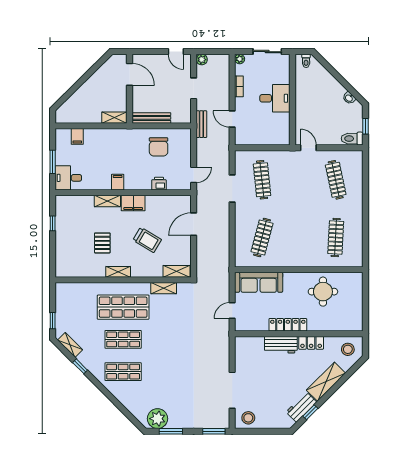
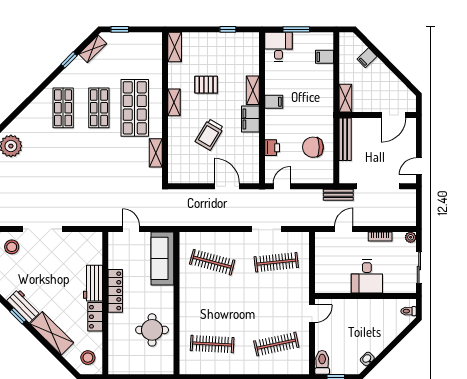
plant: (202, 60) -> (410, 195), removed
doorway: (194, 88) -> (378, 186), width x1.88
filing cabinet: (78, 98) -> (367, 58), added
door: (194, 175) -> (282, 186), swing flipped
shelving: (176, 271) -> (175, 47), moved

